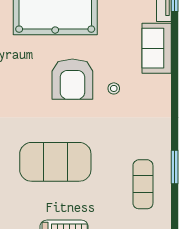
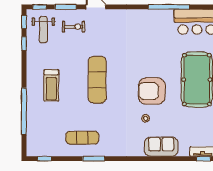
sofa: (157, 48) -> (161, 147), moved
exercise mat: (55, 162) -> (97, 80), width x0.68

